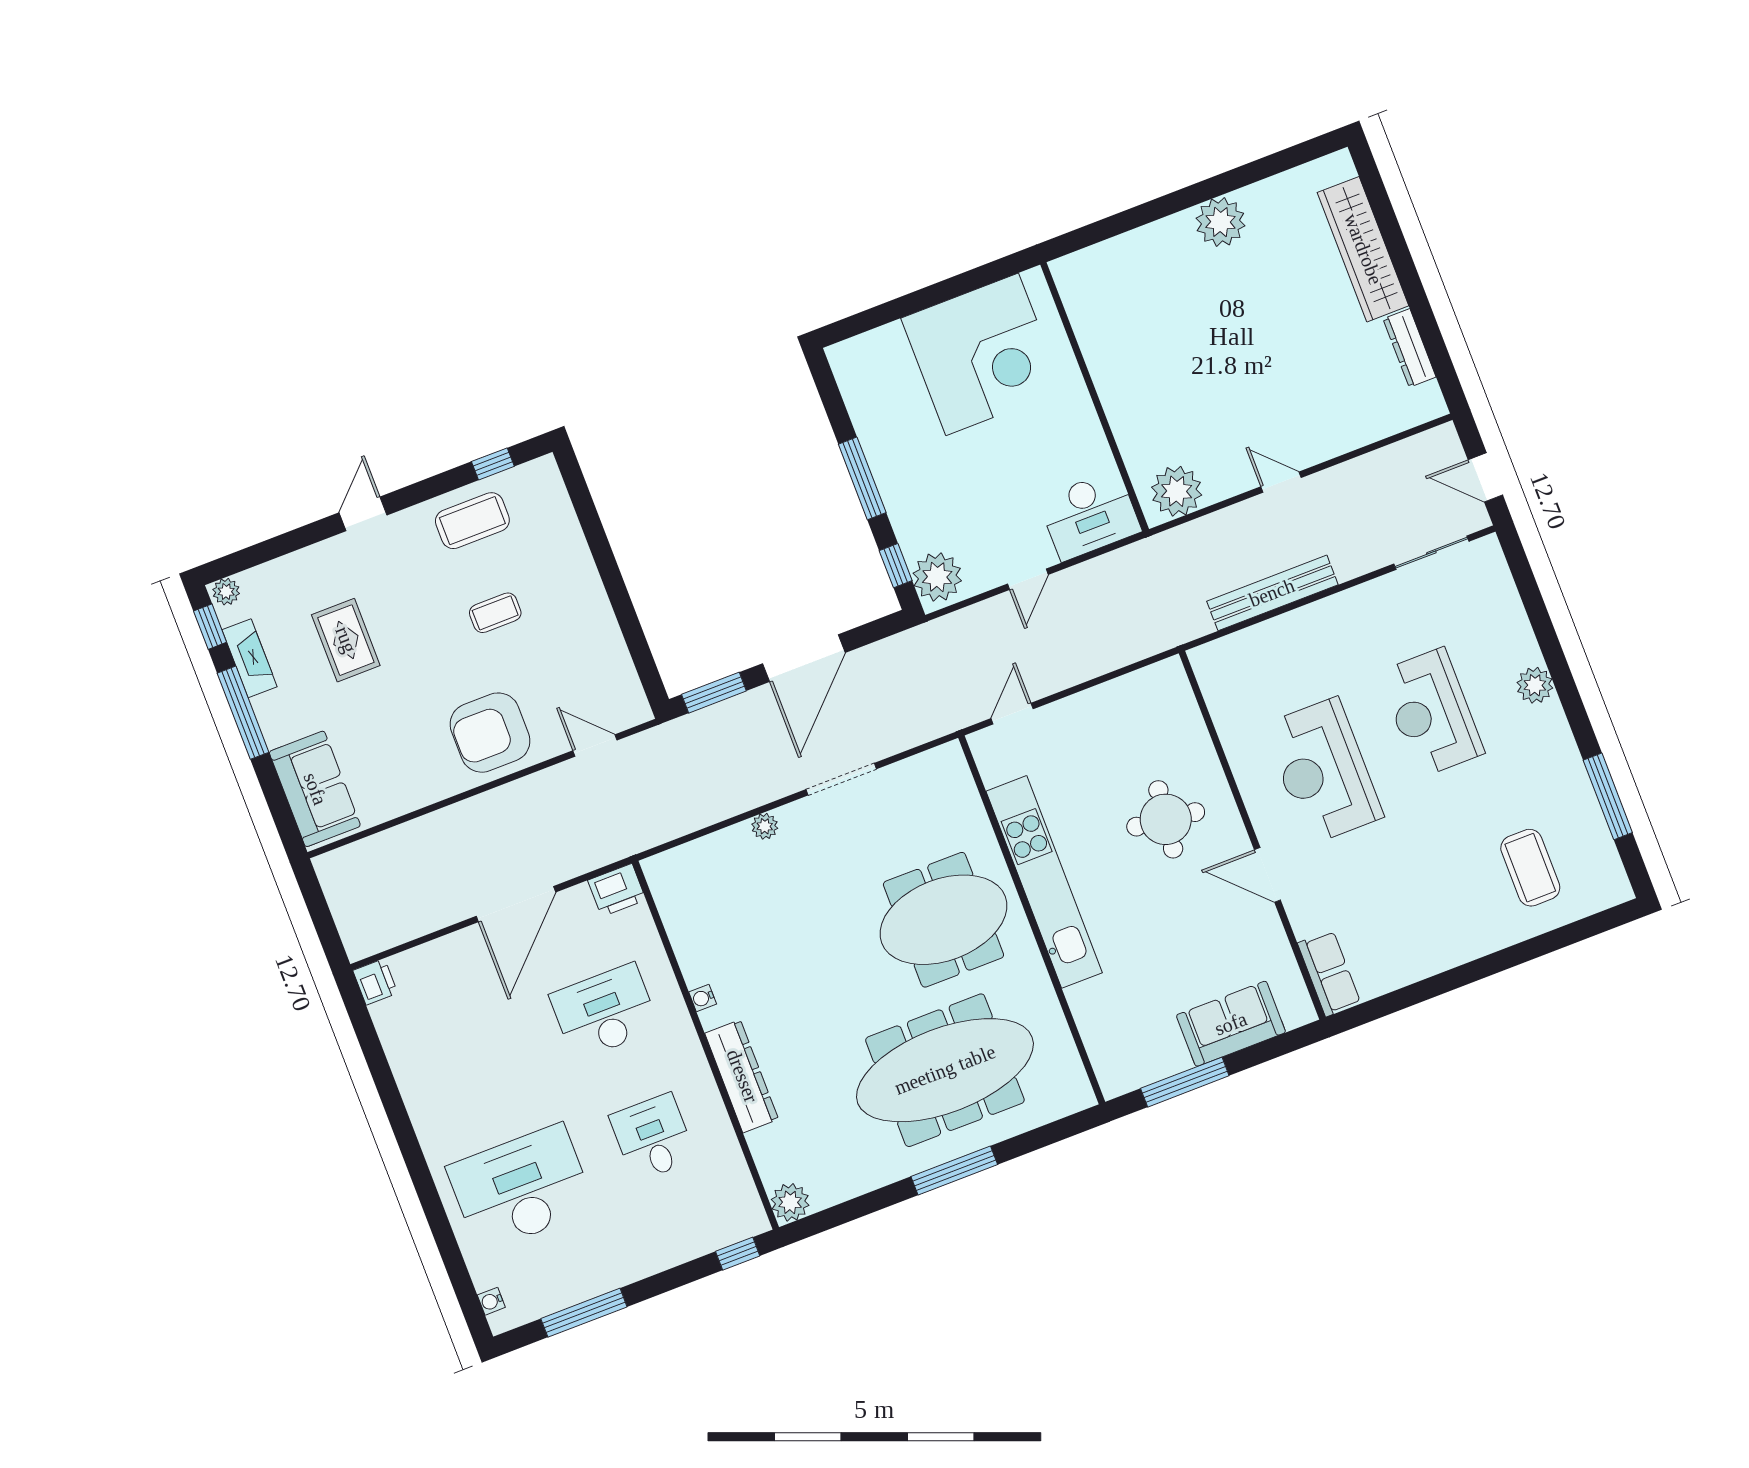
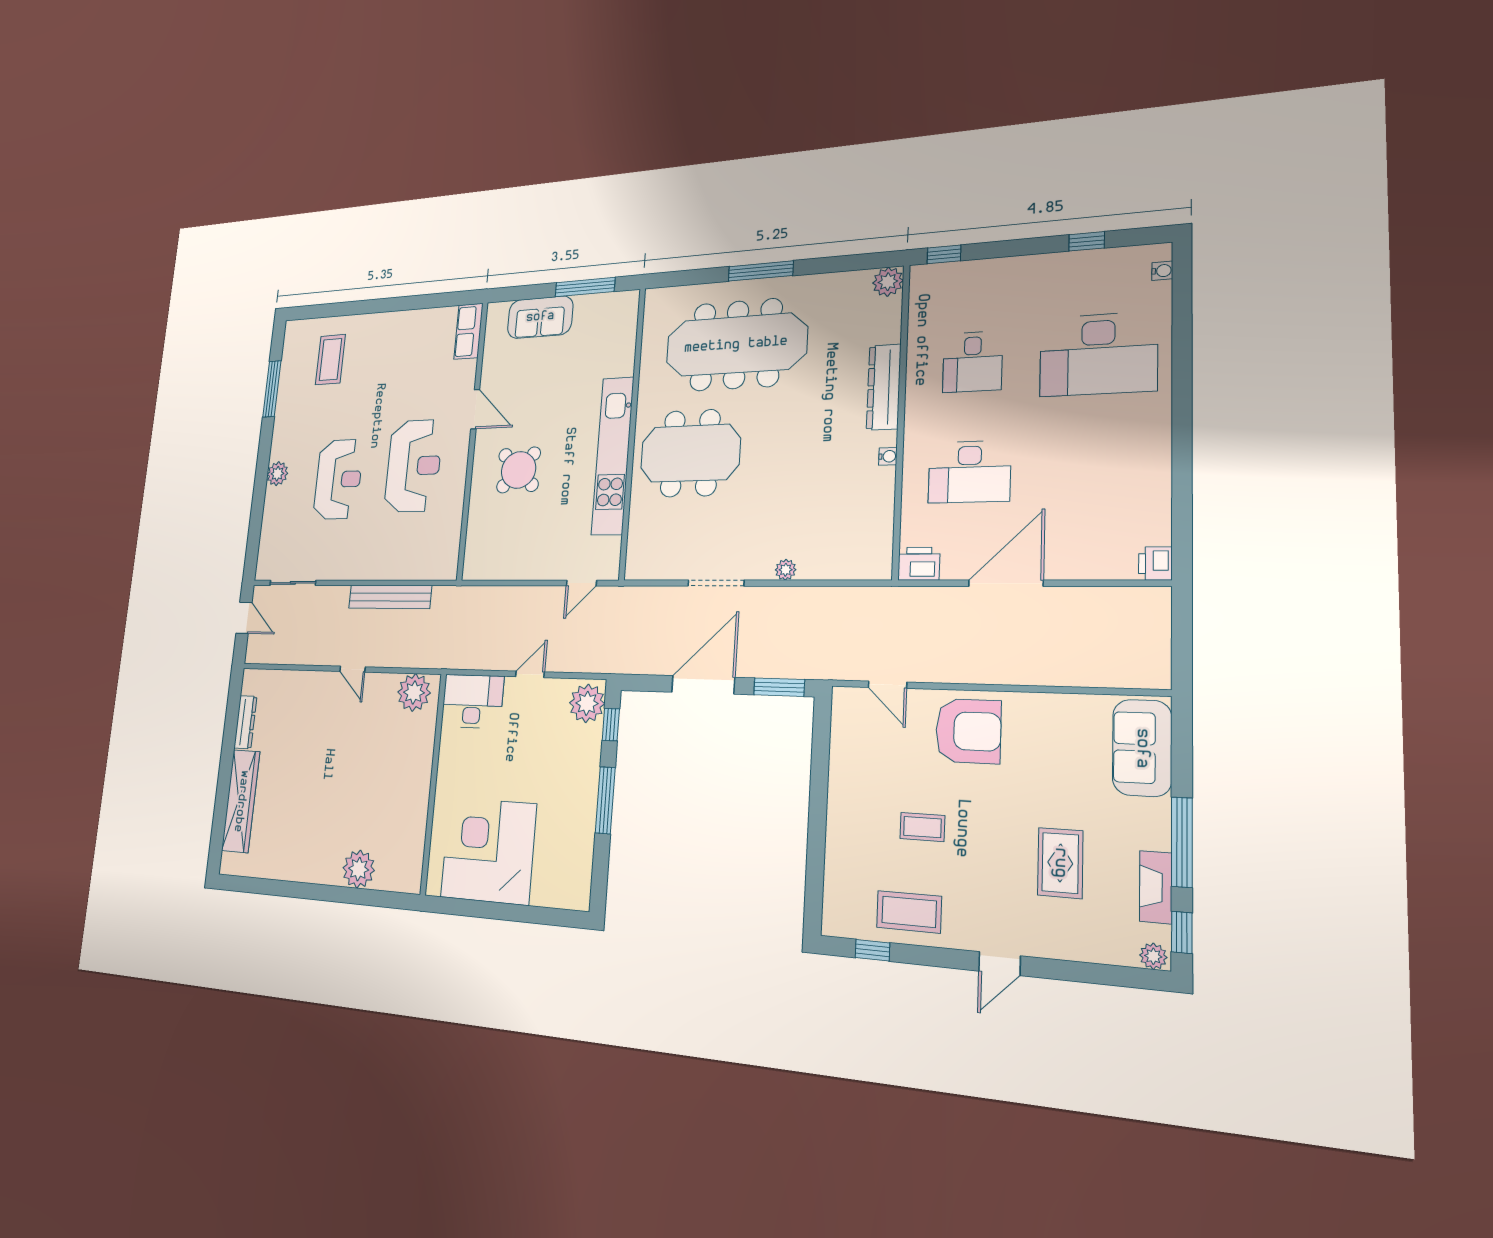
plant: (1220, 222) -> (359, 869), moved
round table: (1166, 819) -> (519, 470), turned 37
window: (584, 1313) -> (1087, 241), width x0.46

